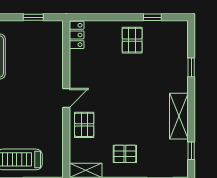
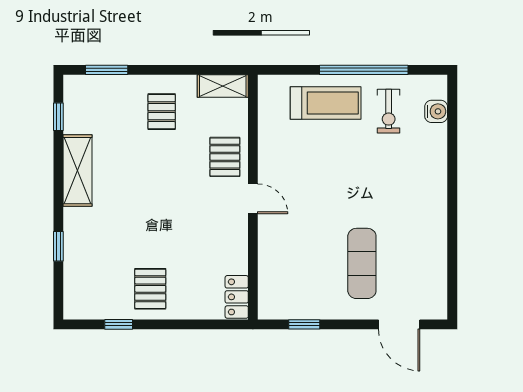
door: (66, 98) -> (253, 199), swing flipped
pallet: (125, 154) -> (162, 112), turned 90

